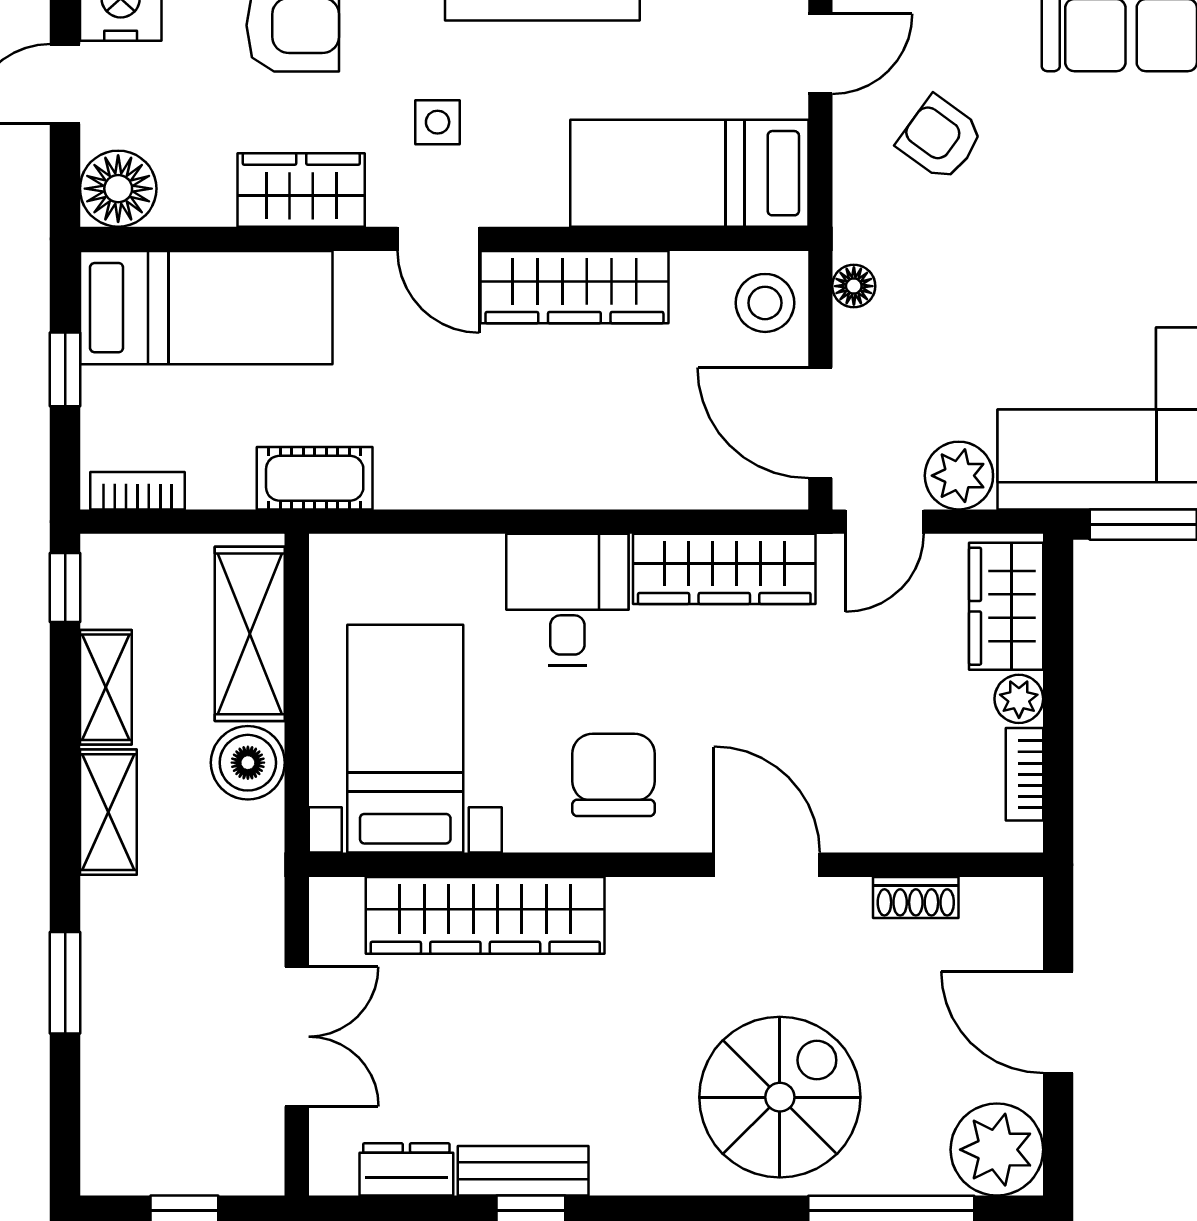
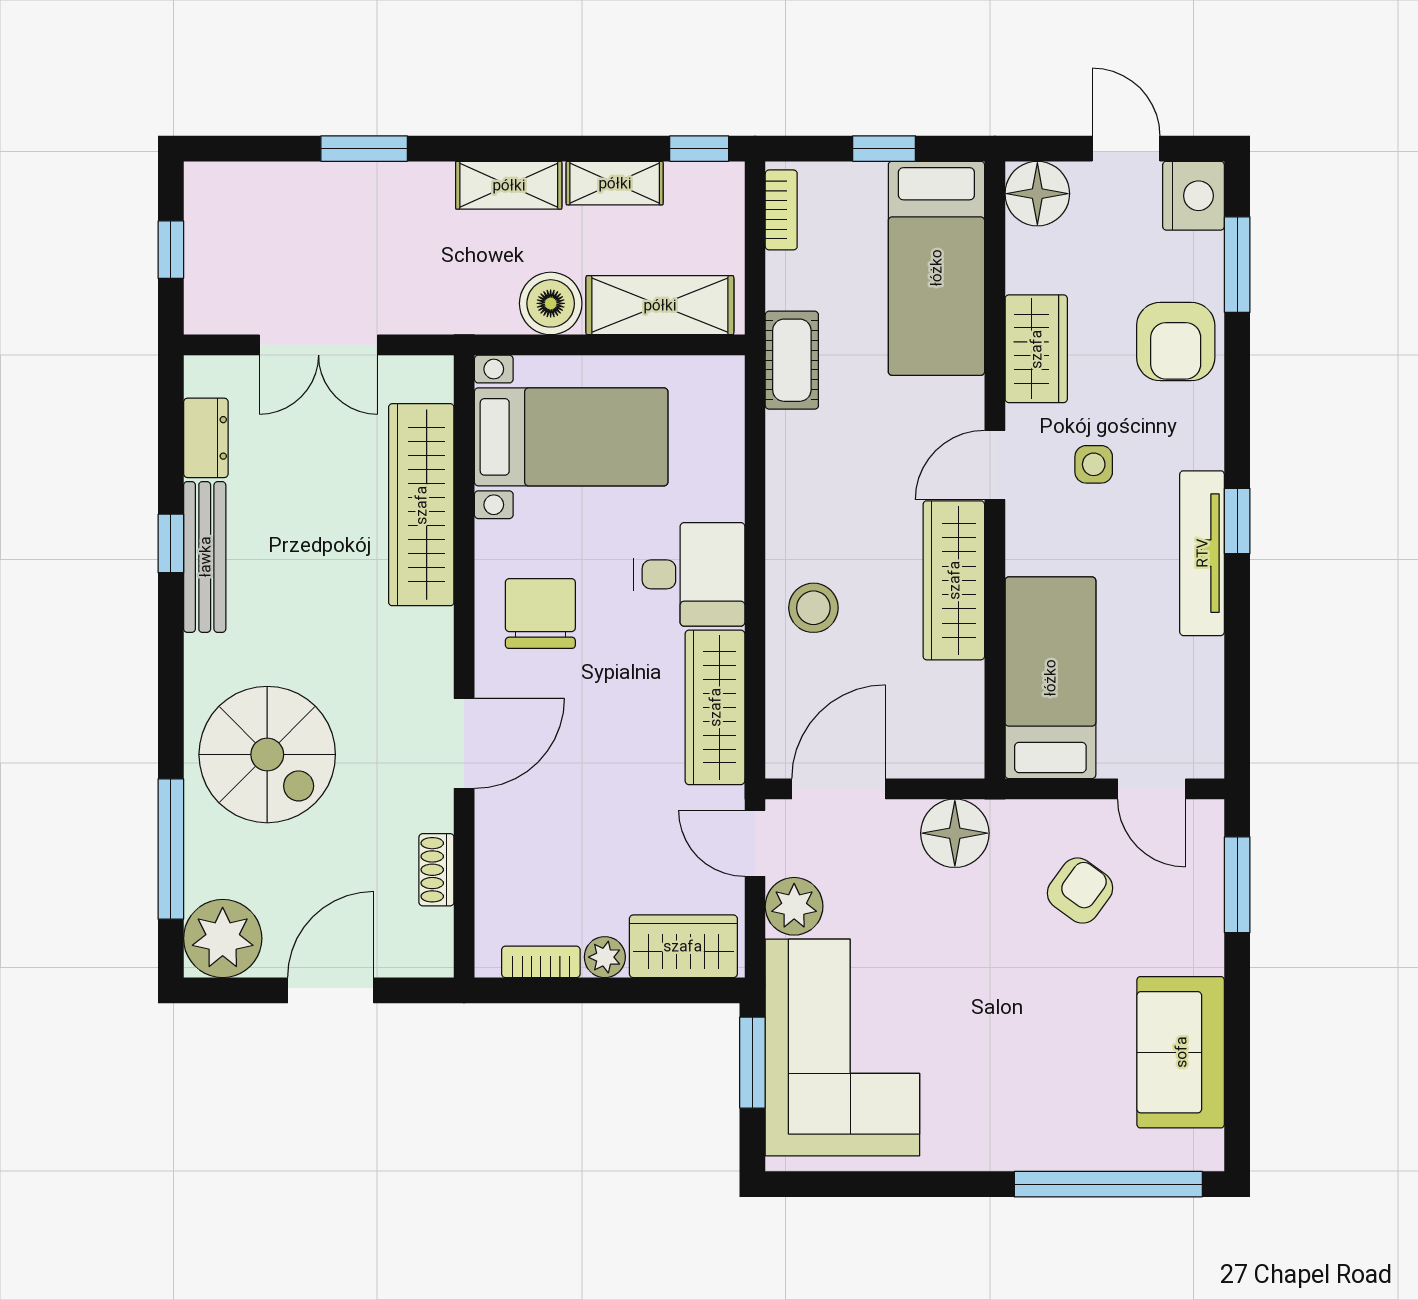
floor lamp: (854, 286) -> (955, 833), width x1.89, depth x1.89
stool: (765, 303) -> (813, 608), moved
chair: (614, 775) -> (540, 613), turned -90
bench: (523, 1171) -> (205, 557), width x1.36

